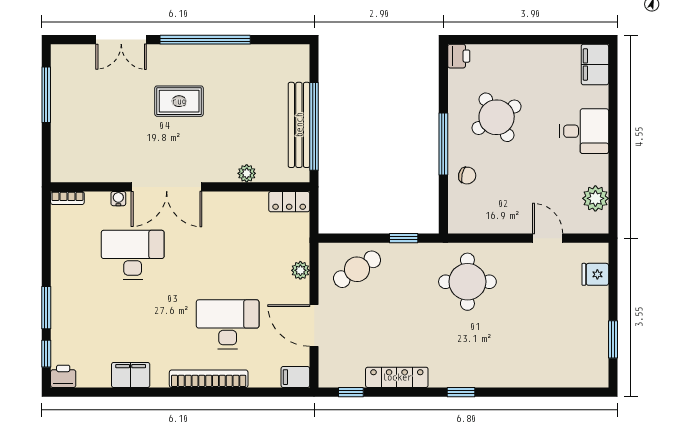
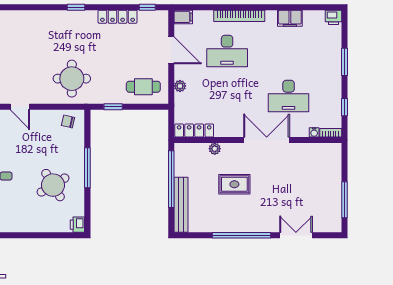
rug: (179, 101) -> (234, 184), moved
bench: (299, 125) -> (181, 205), moved
chair: (467, 176) -> (68, 121), moved
water cooler: (118, 199) -> (314, 132), moved
locker: (289, 202) -> (194, 130), width x1.53
cafe table: (357, 269) -> (143, 87), turned 33
window: (46, 354) -> (344, 107), moved

